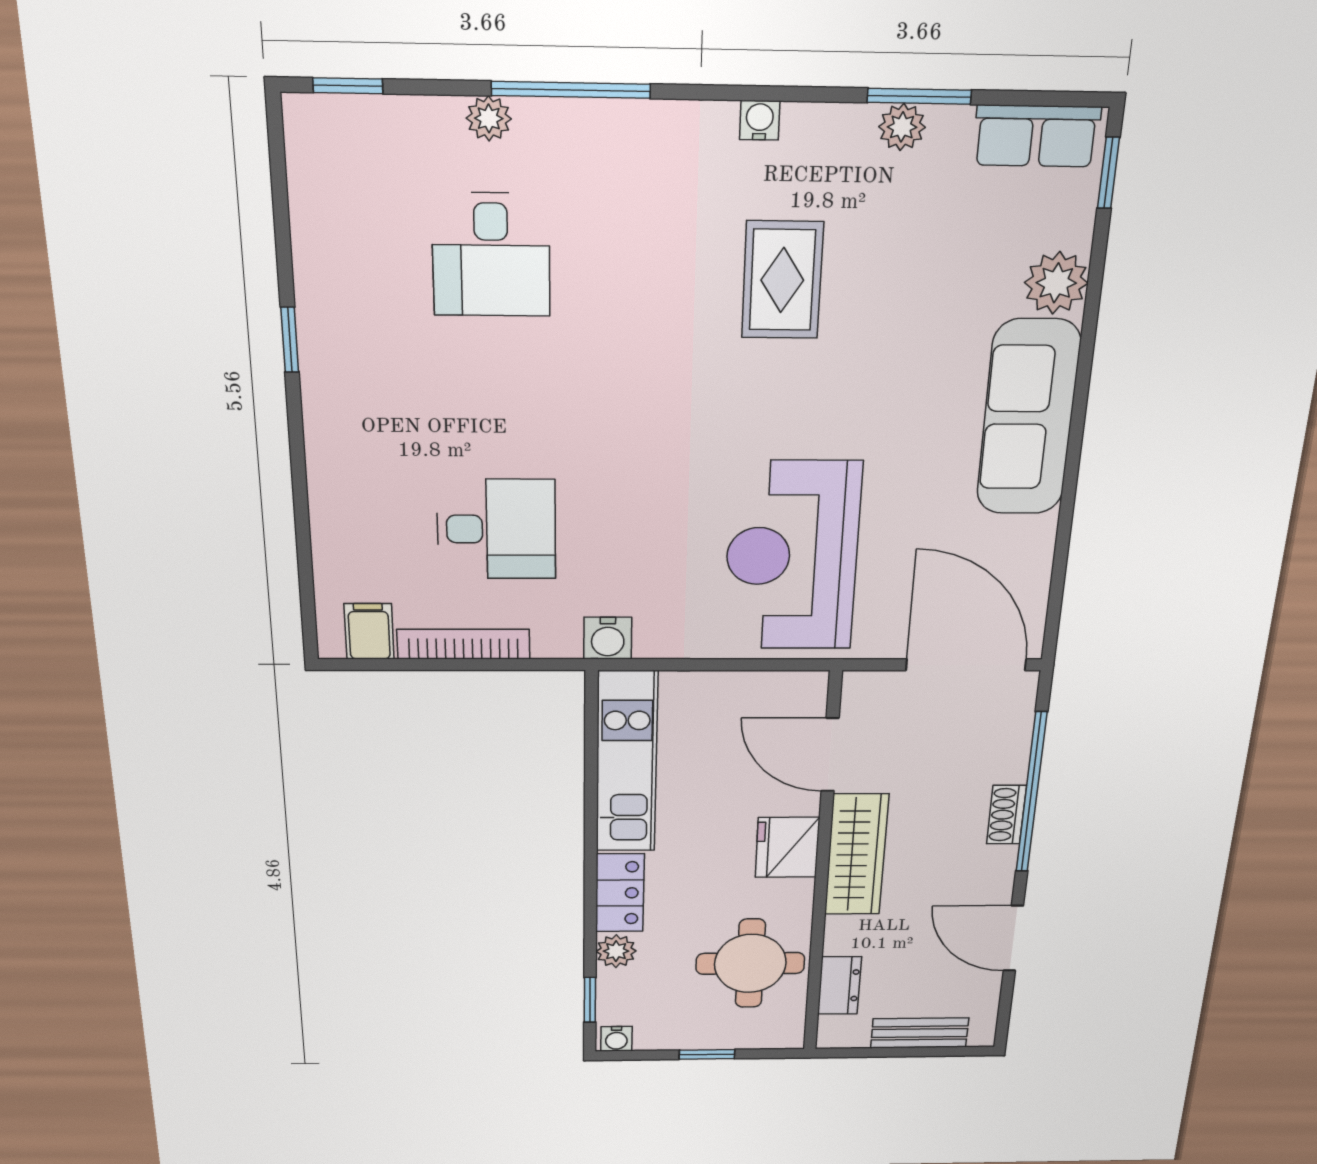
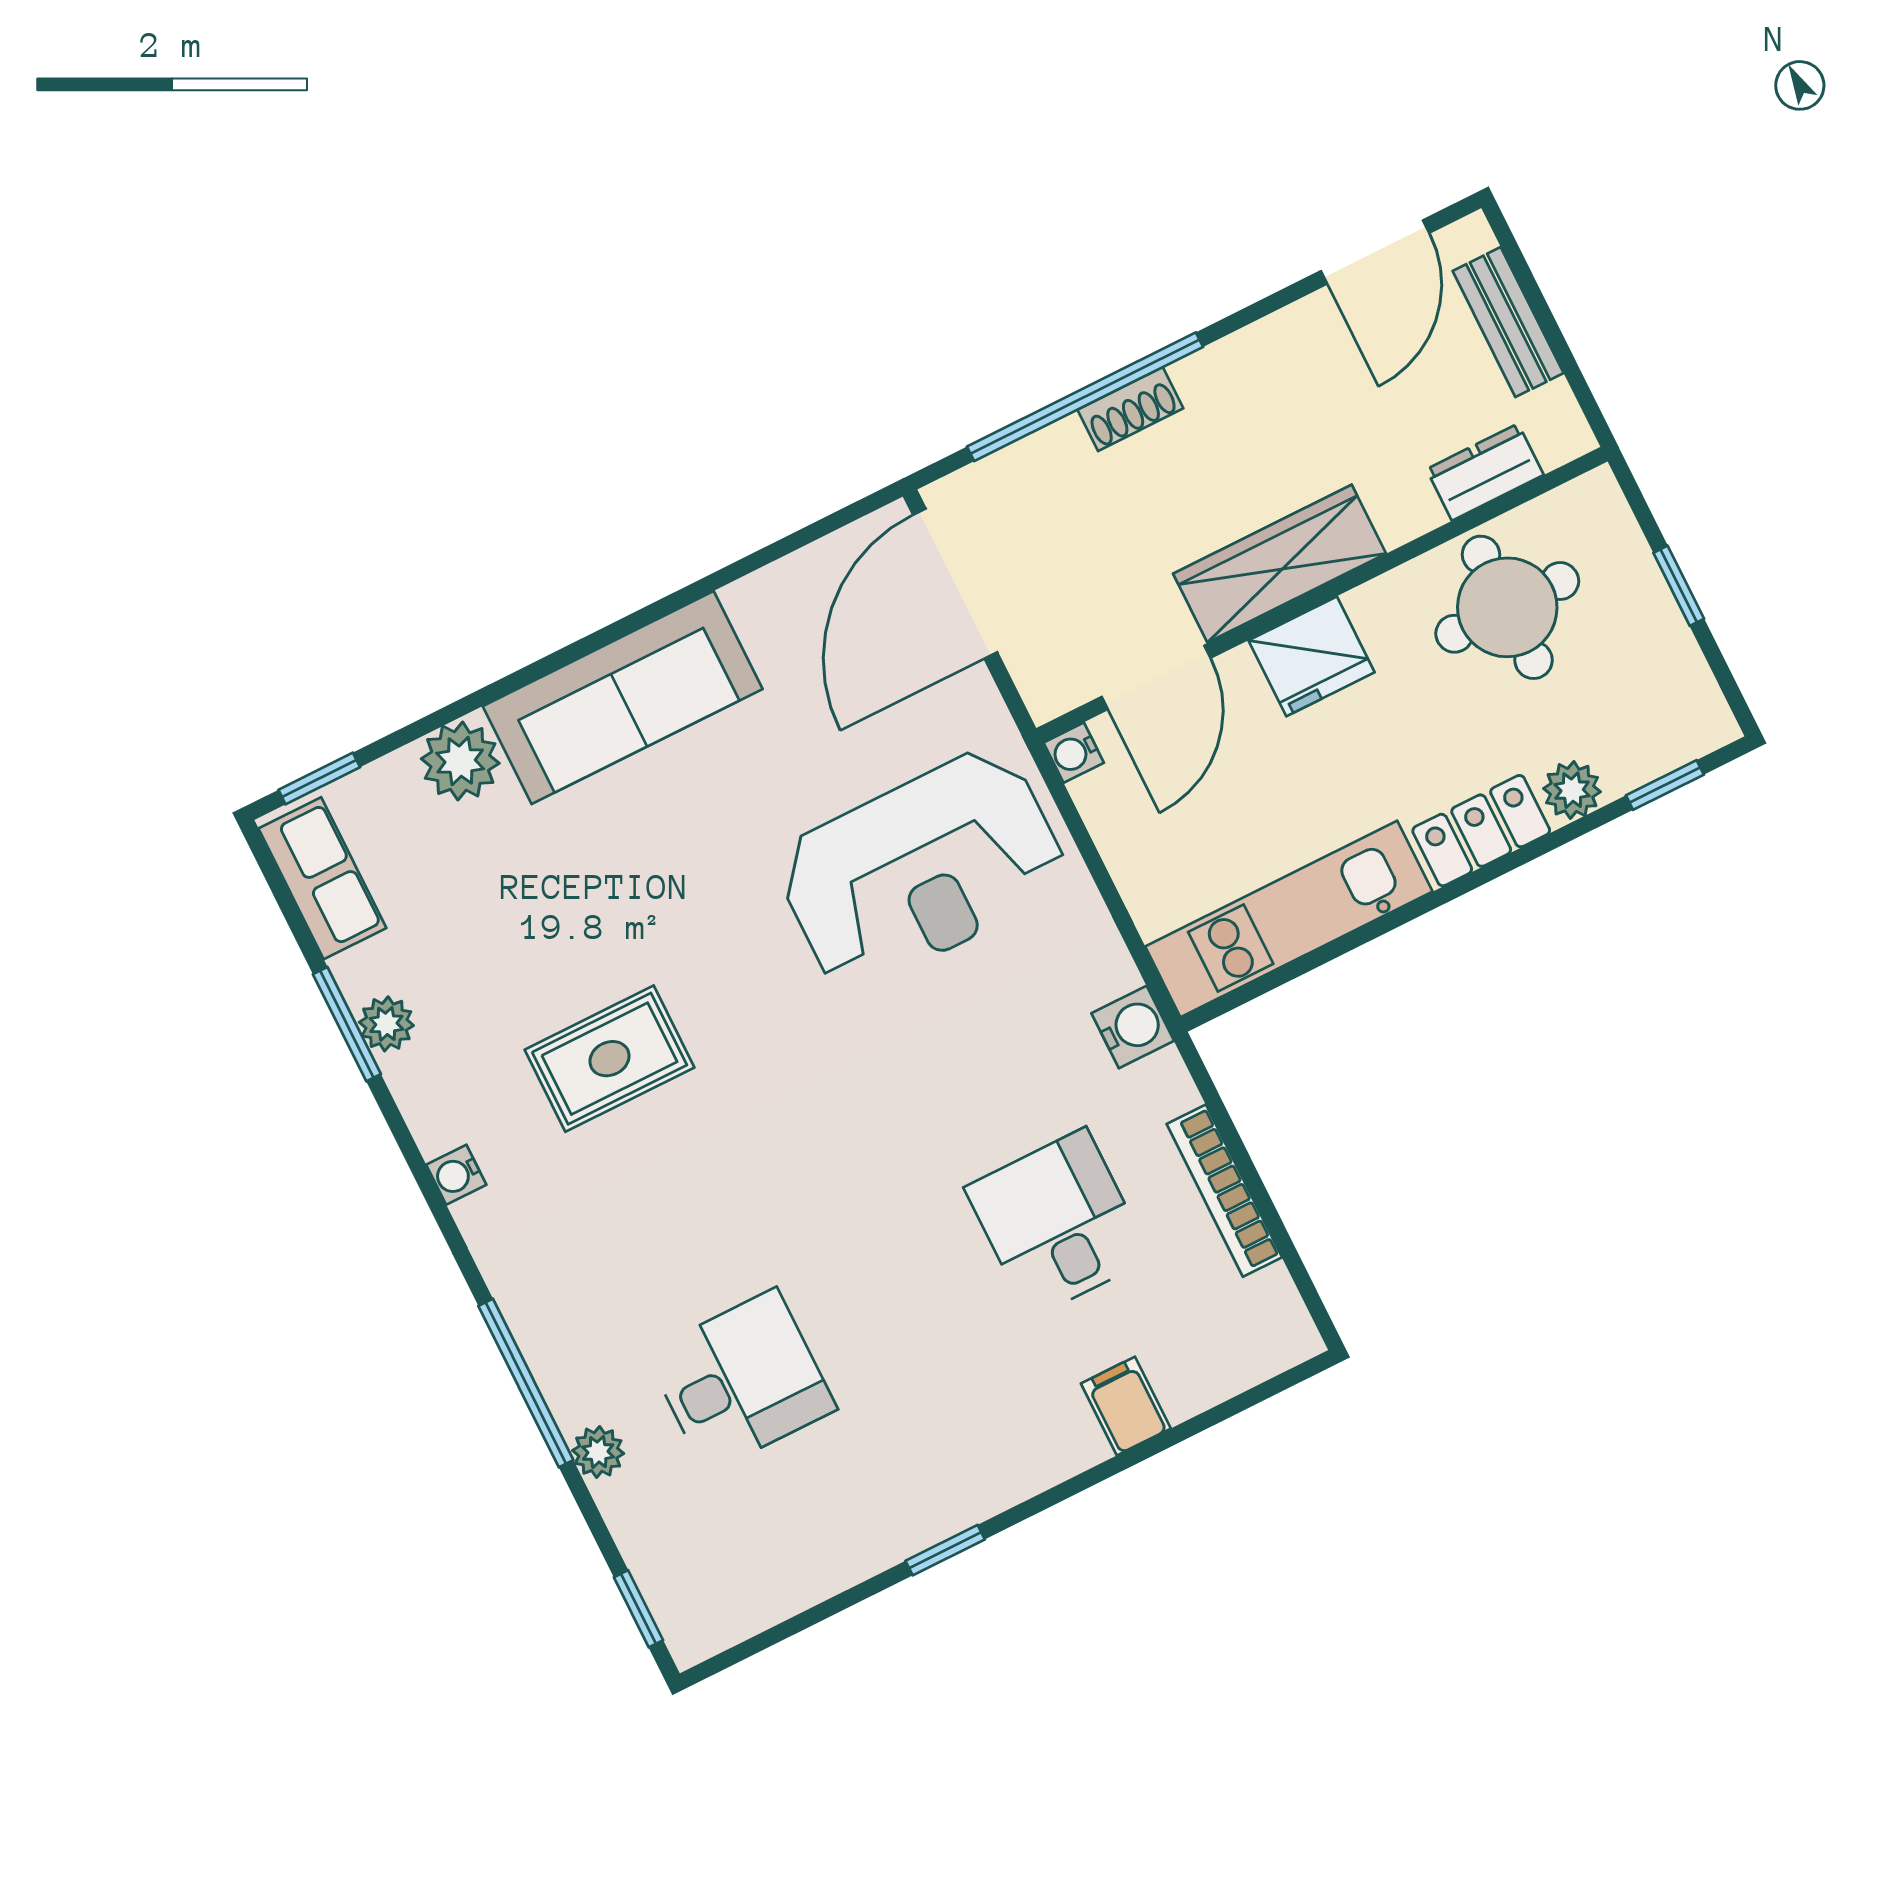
filing cabinet: (369, 631) -> (1126, 1406), moved, turned 90
door: (1013, 938) -> (1375, 252), moved
water cooler: (616, 1039) -> (1074, 753), moved, turned 180

